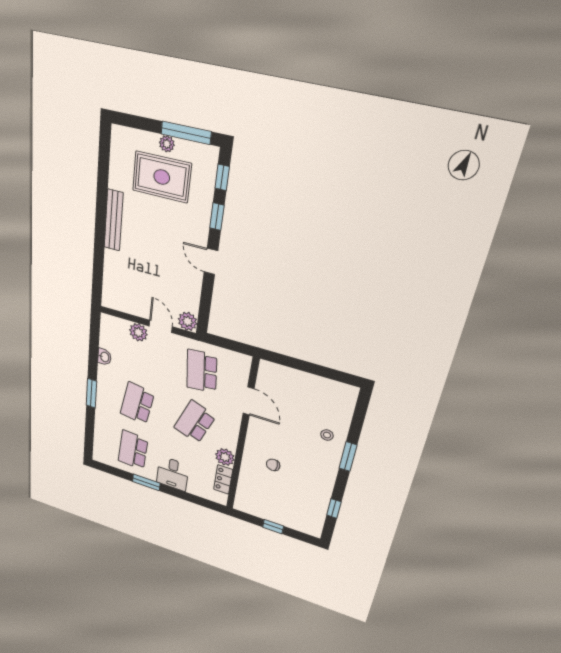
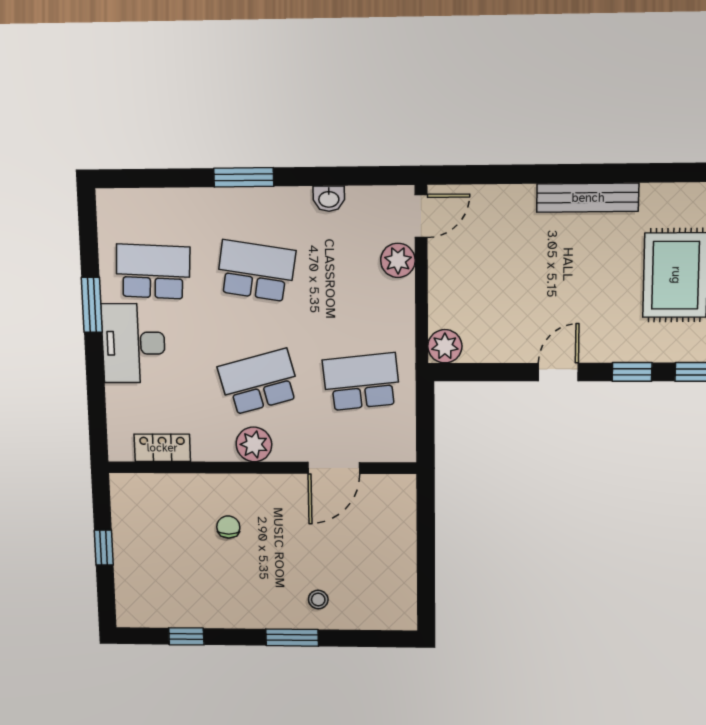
door: (161, 326) -> (421, 216), moved
school desk: (195, 422) -> (259, 382), turned -36
plant: (225, 457) -> (254, 444), moved
desk: (173, 474) -> (133, 343), width x1.37

